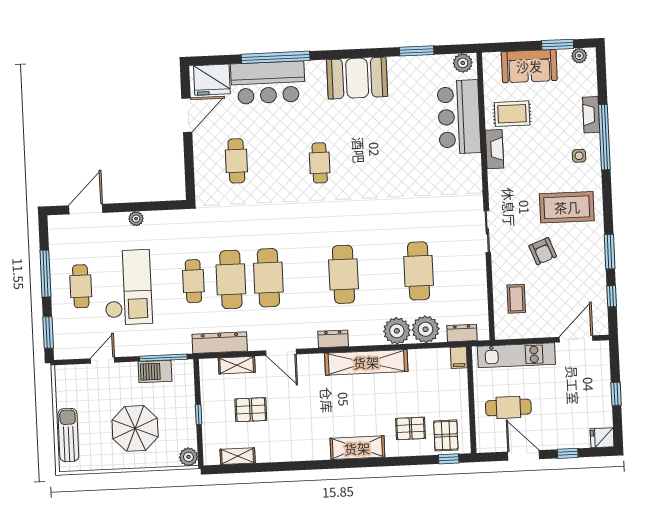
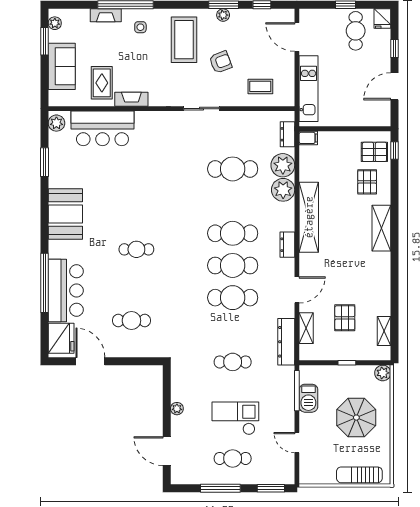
plant: (598, 252) -> (223, 15), added
cafe table: (231, 279) -> (233, 265), moved
checkout: (128, 287) -> (235, 418), width x0.73, depth x0.83
cafe table: (508, 407) -> (356, 31), moved

